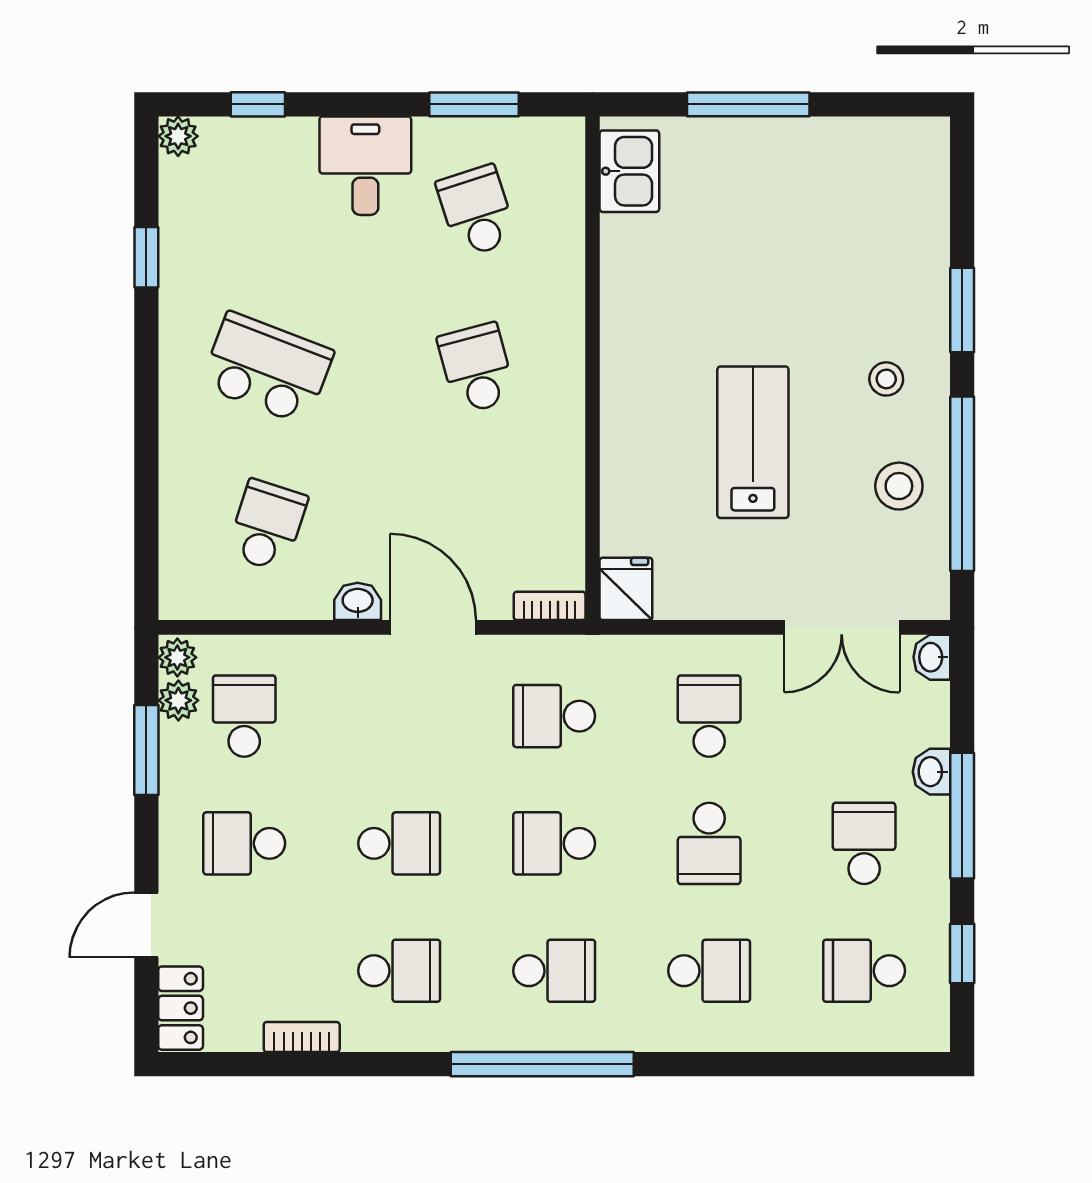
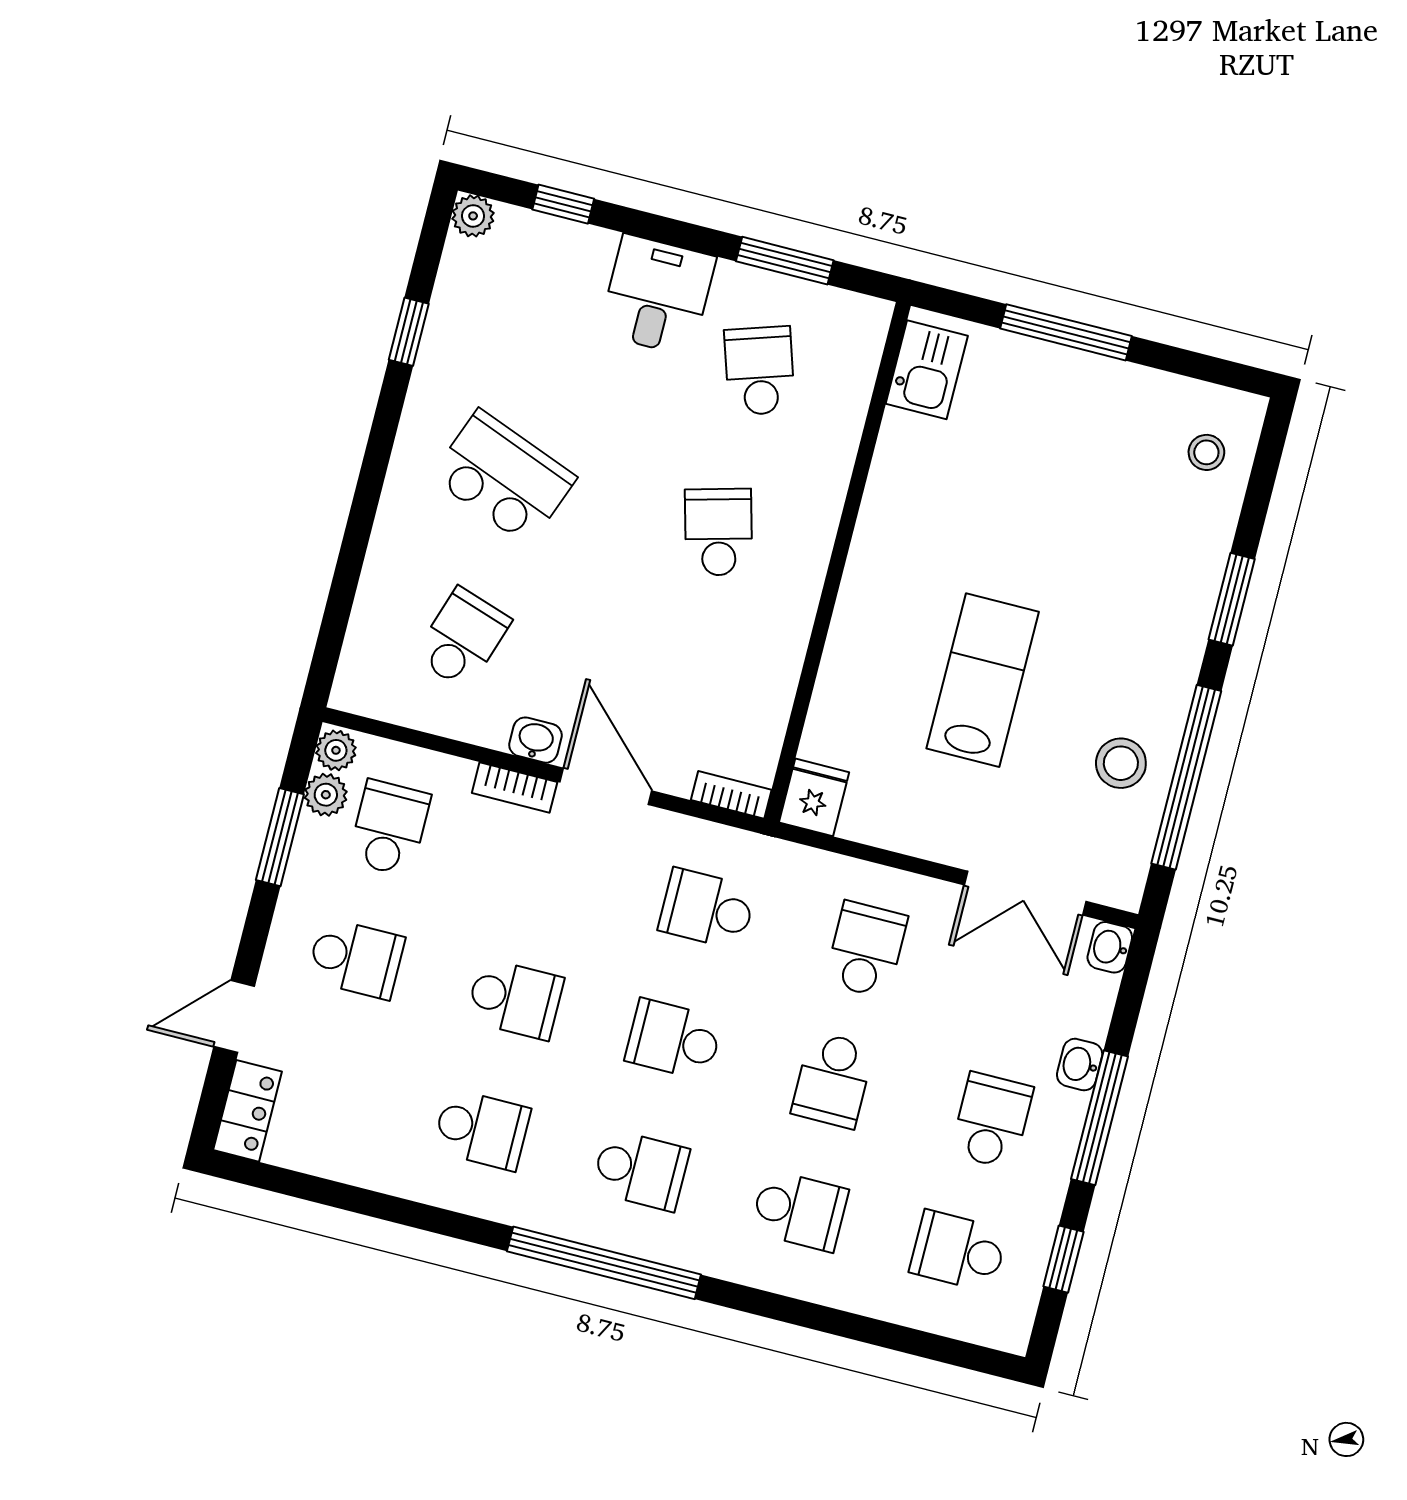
stool: (886, 379) -> (1206, 452), moved
school desk: (244, 843) -> (356, 959), turned 180
bookcase: (302, 1037) -> (515, 787), moved, turned 180

